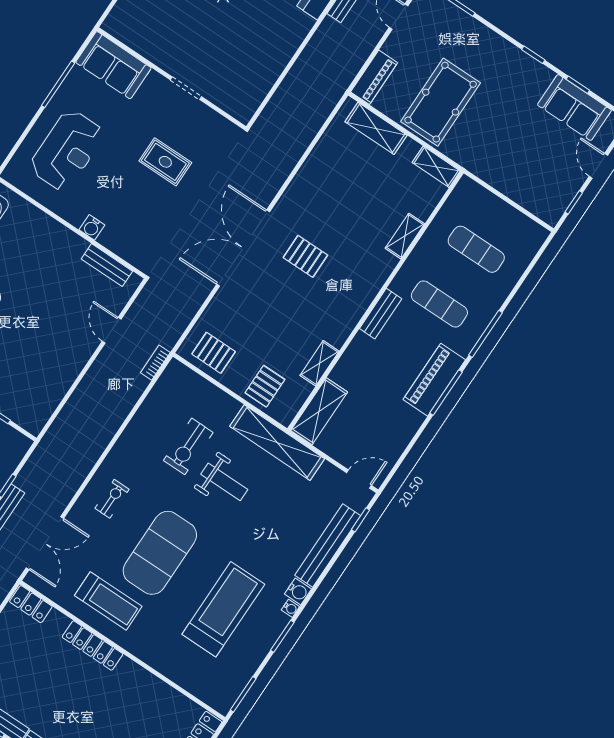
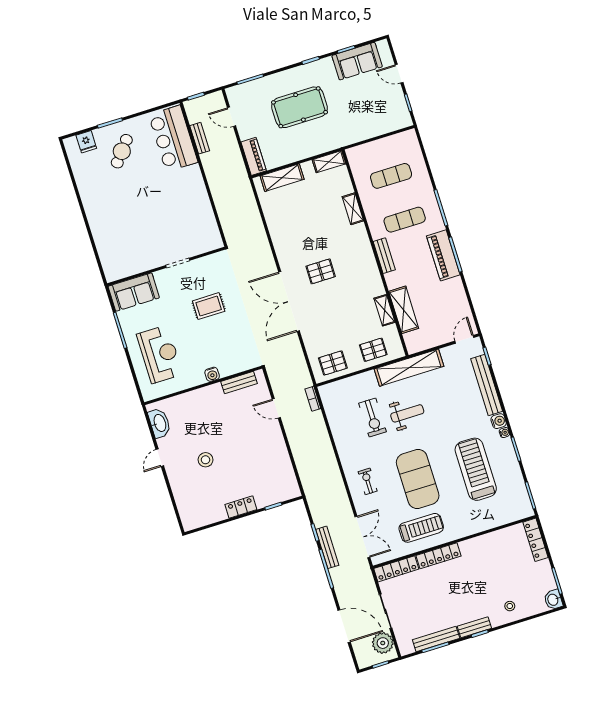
pool table: (441, 102) -> (299, 107), moved, turned 90
pallet: (265, 386) -> (373, 350), turned 90
shelving: (319, 411) -> (404, 310), moved
locker: (31, 604) -> (396, 569), width x1.53

